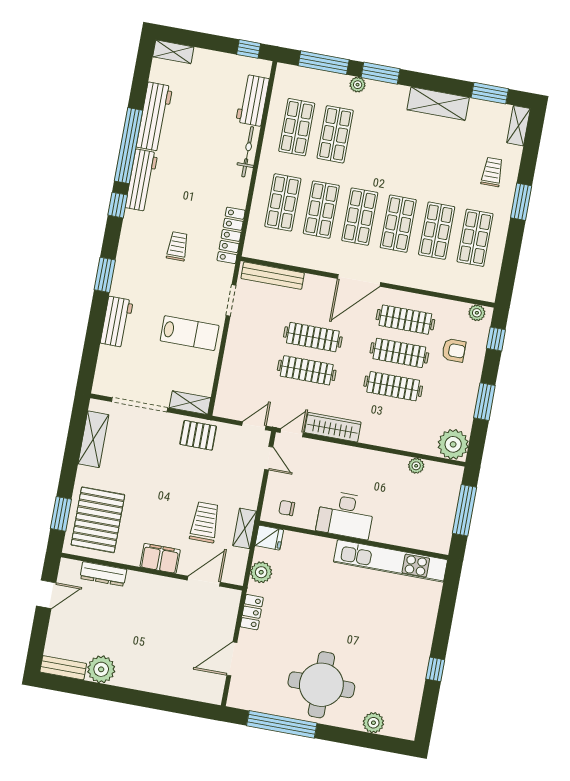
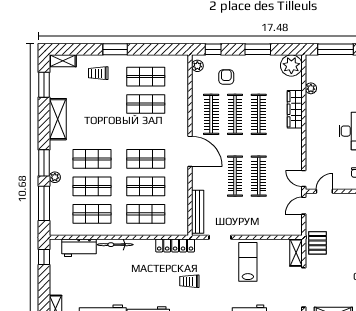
shop shelf: (398, 224) -> (92, 159), moved
door: (254, 426) -> (304, 206), hinge flipped
wardrobe: (333, 427) -> (295, 109), moved

